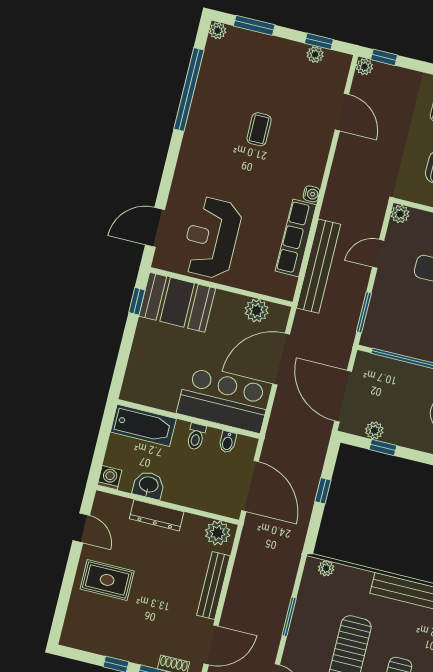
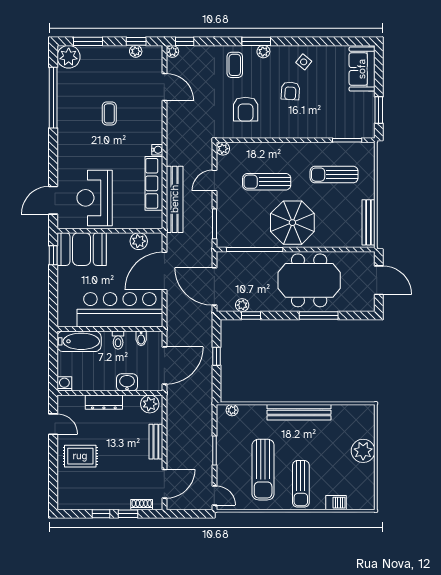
plant: (218, 31) -> (69, 57), width x1.88, depth x1.88
bar counter: (224, 400) -> (120, 310), width x1.36
washbasin: (149, 485) -> (127, 382), moved
door: (250, 486) -> (164, 365), hinge flipped
bench: (213, 585) -> (156, 442), width x0.73

